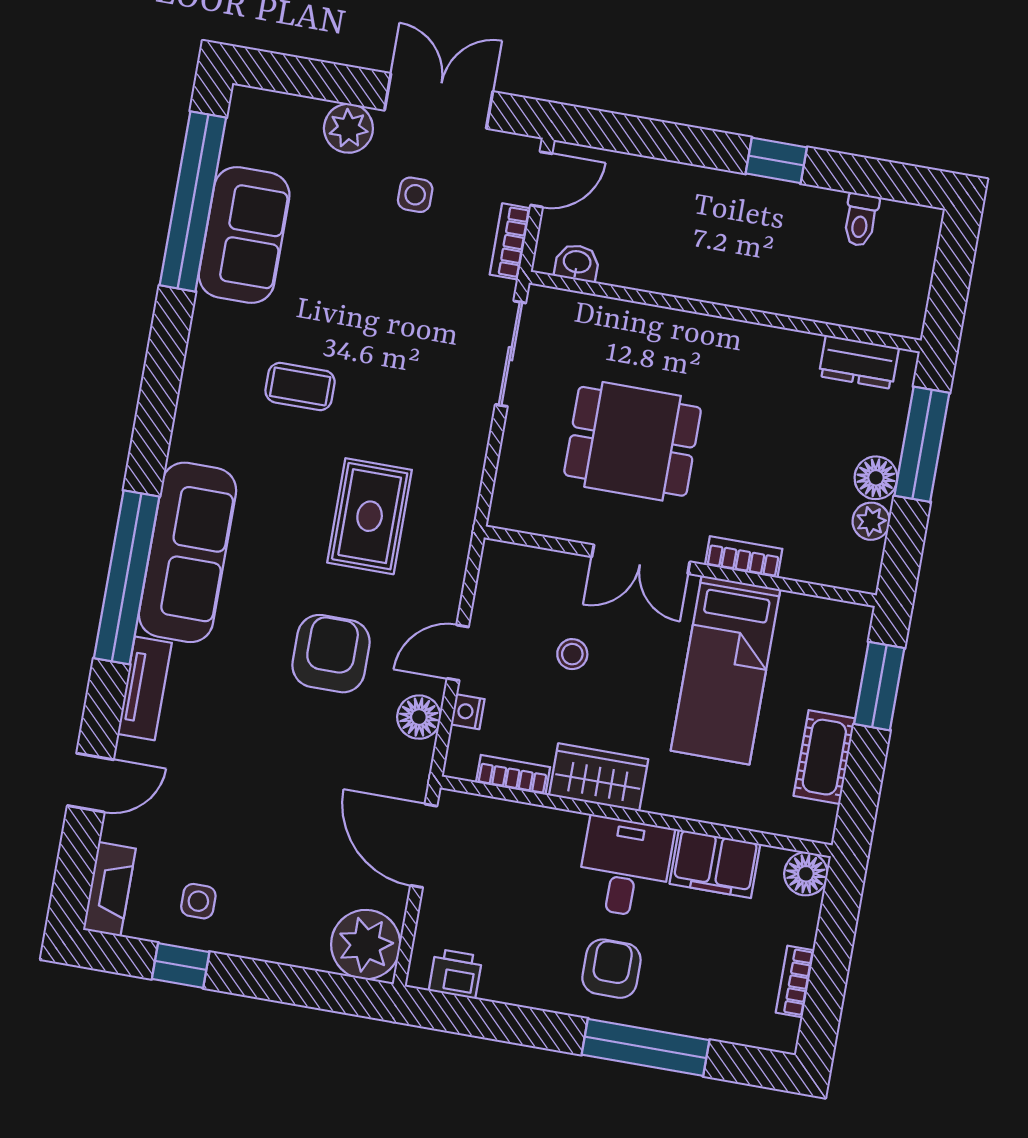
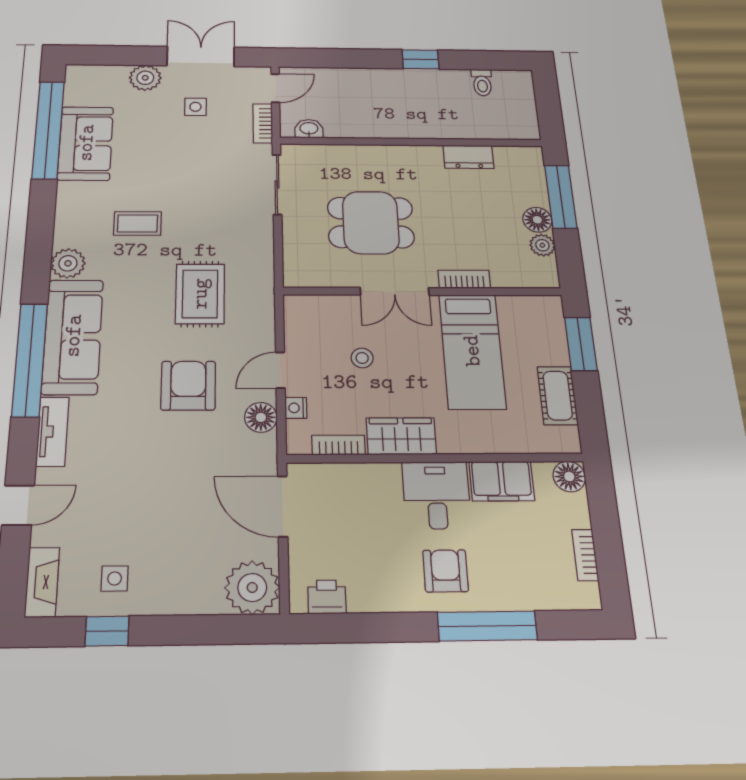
dresser: (859, 362) -> (468, 157), moved
plant: (195, 436) -> (68, 263), added

